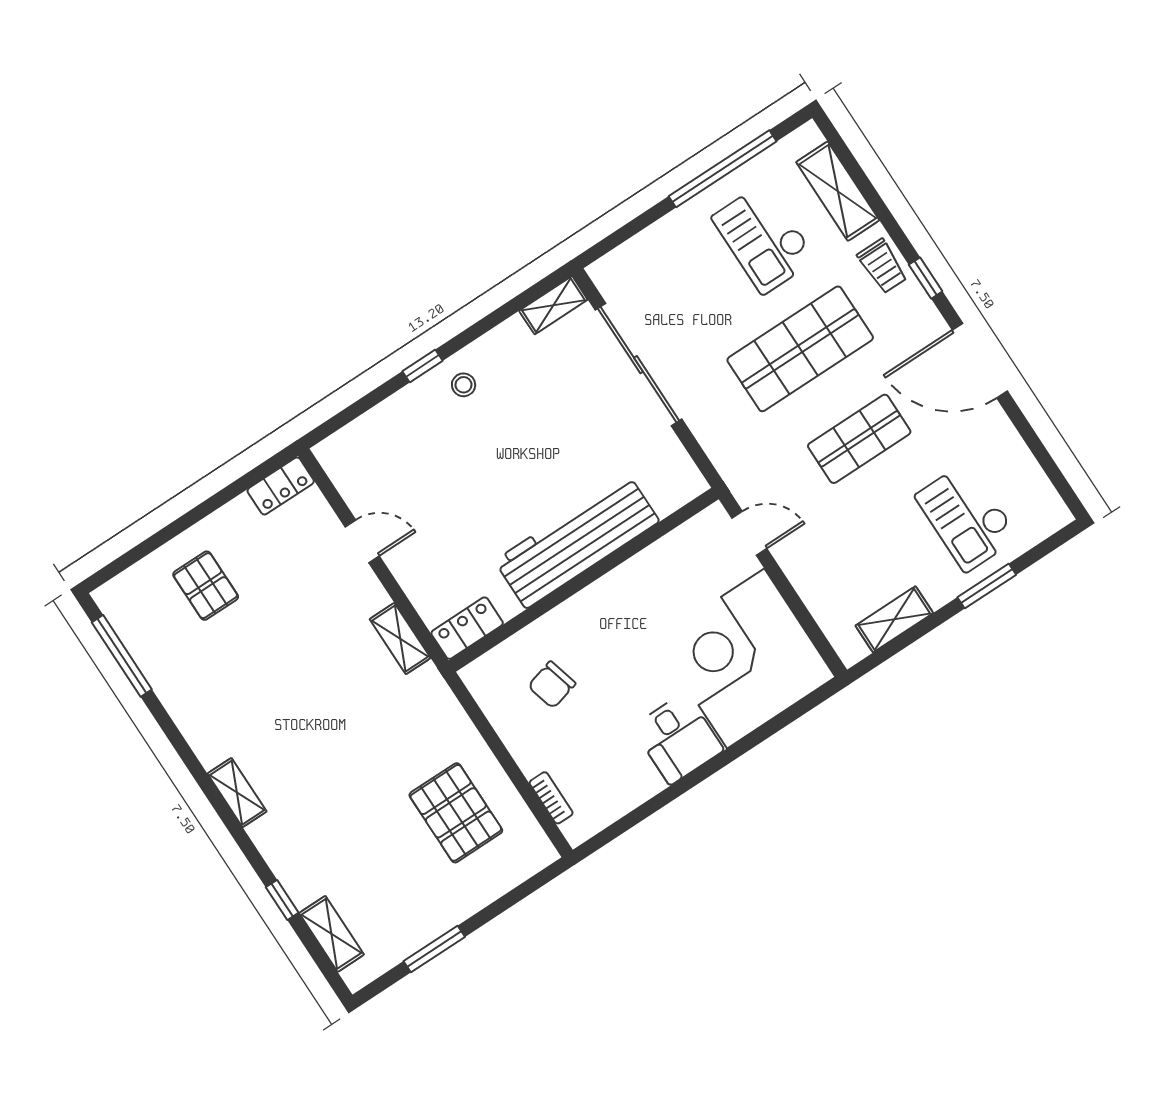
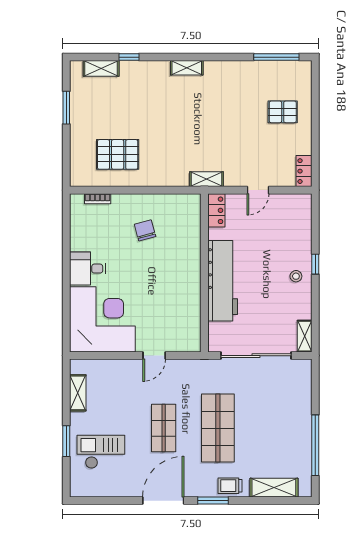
checkout: (764, 238) -> (274, 443), removed
window: (926, 278) -> (213, 501), width x1.50
workbench: (577, 541) -> (223, 281), moved
wall: (584, 580) -> (204, 273), moved
locker: (467, 628) -> (216, 210), moved

